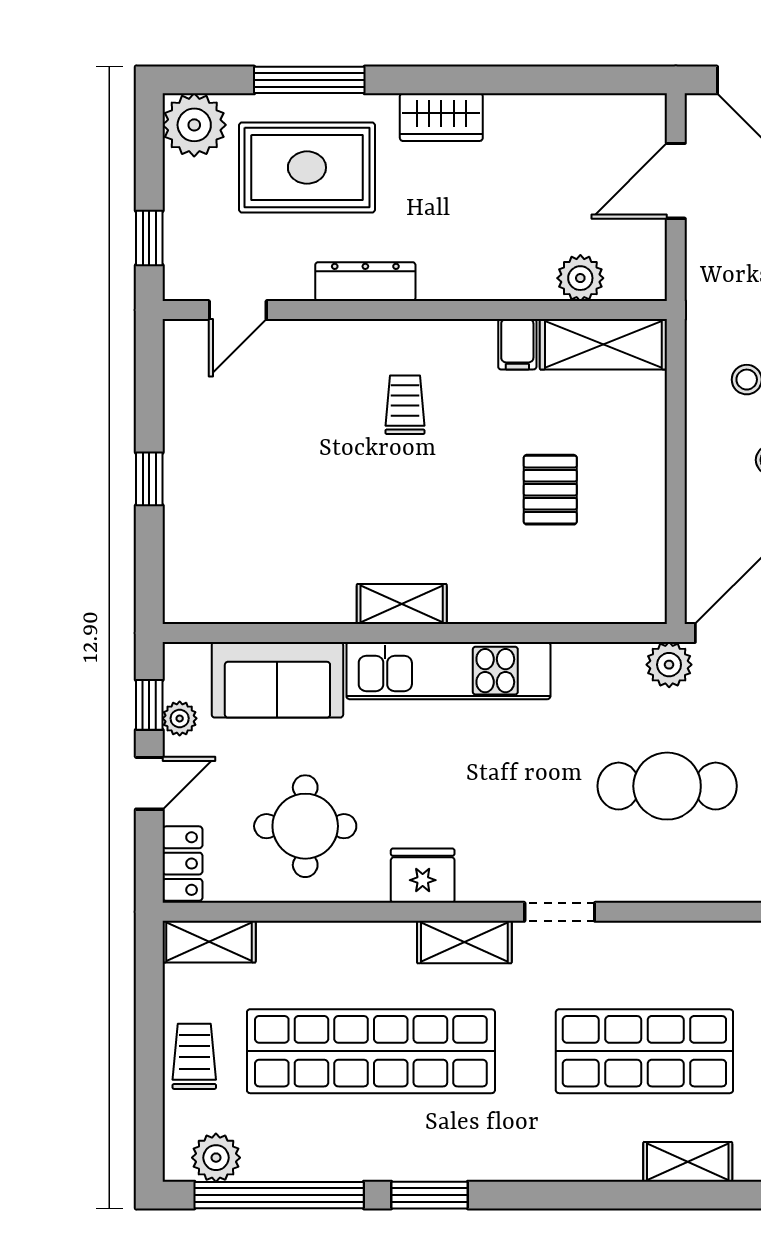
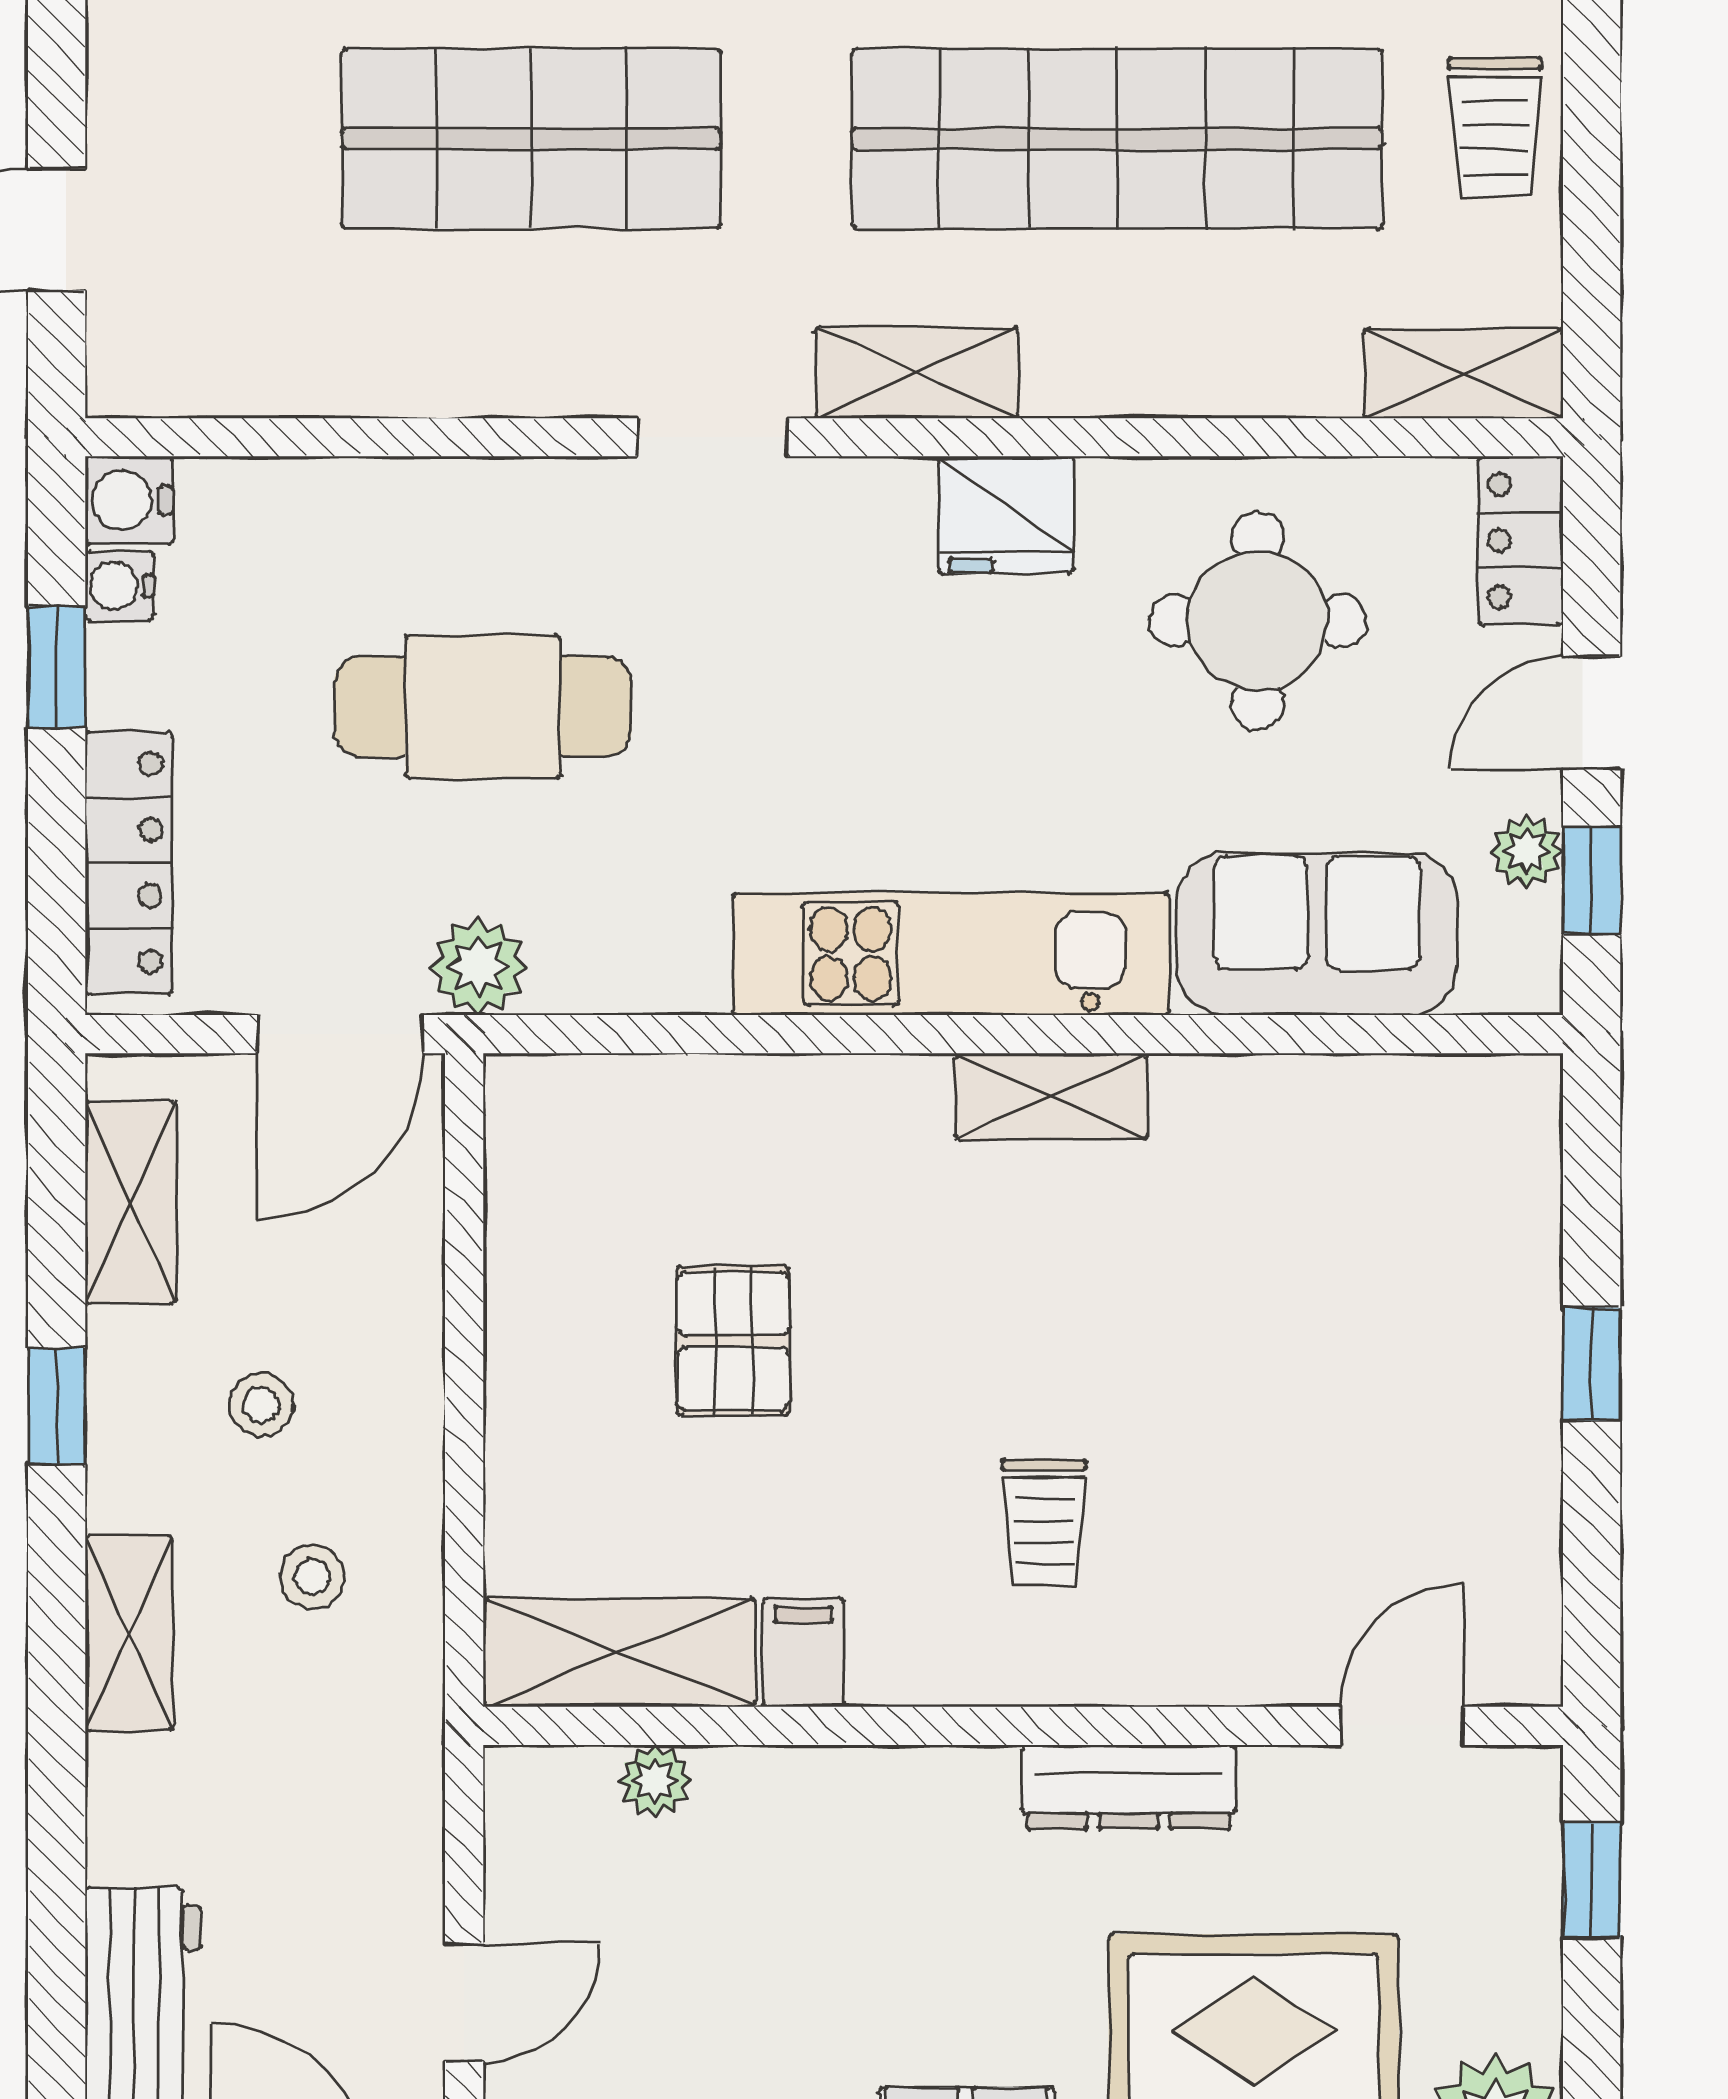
door: (676, 181) -> (464, 2002), width x0.73
plant: (580, 278) -> (655, 1781), width x0.73, depth x0.73

